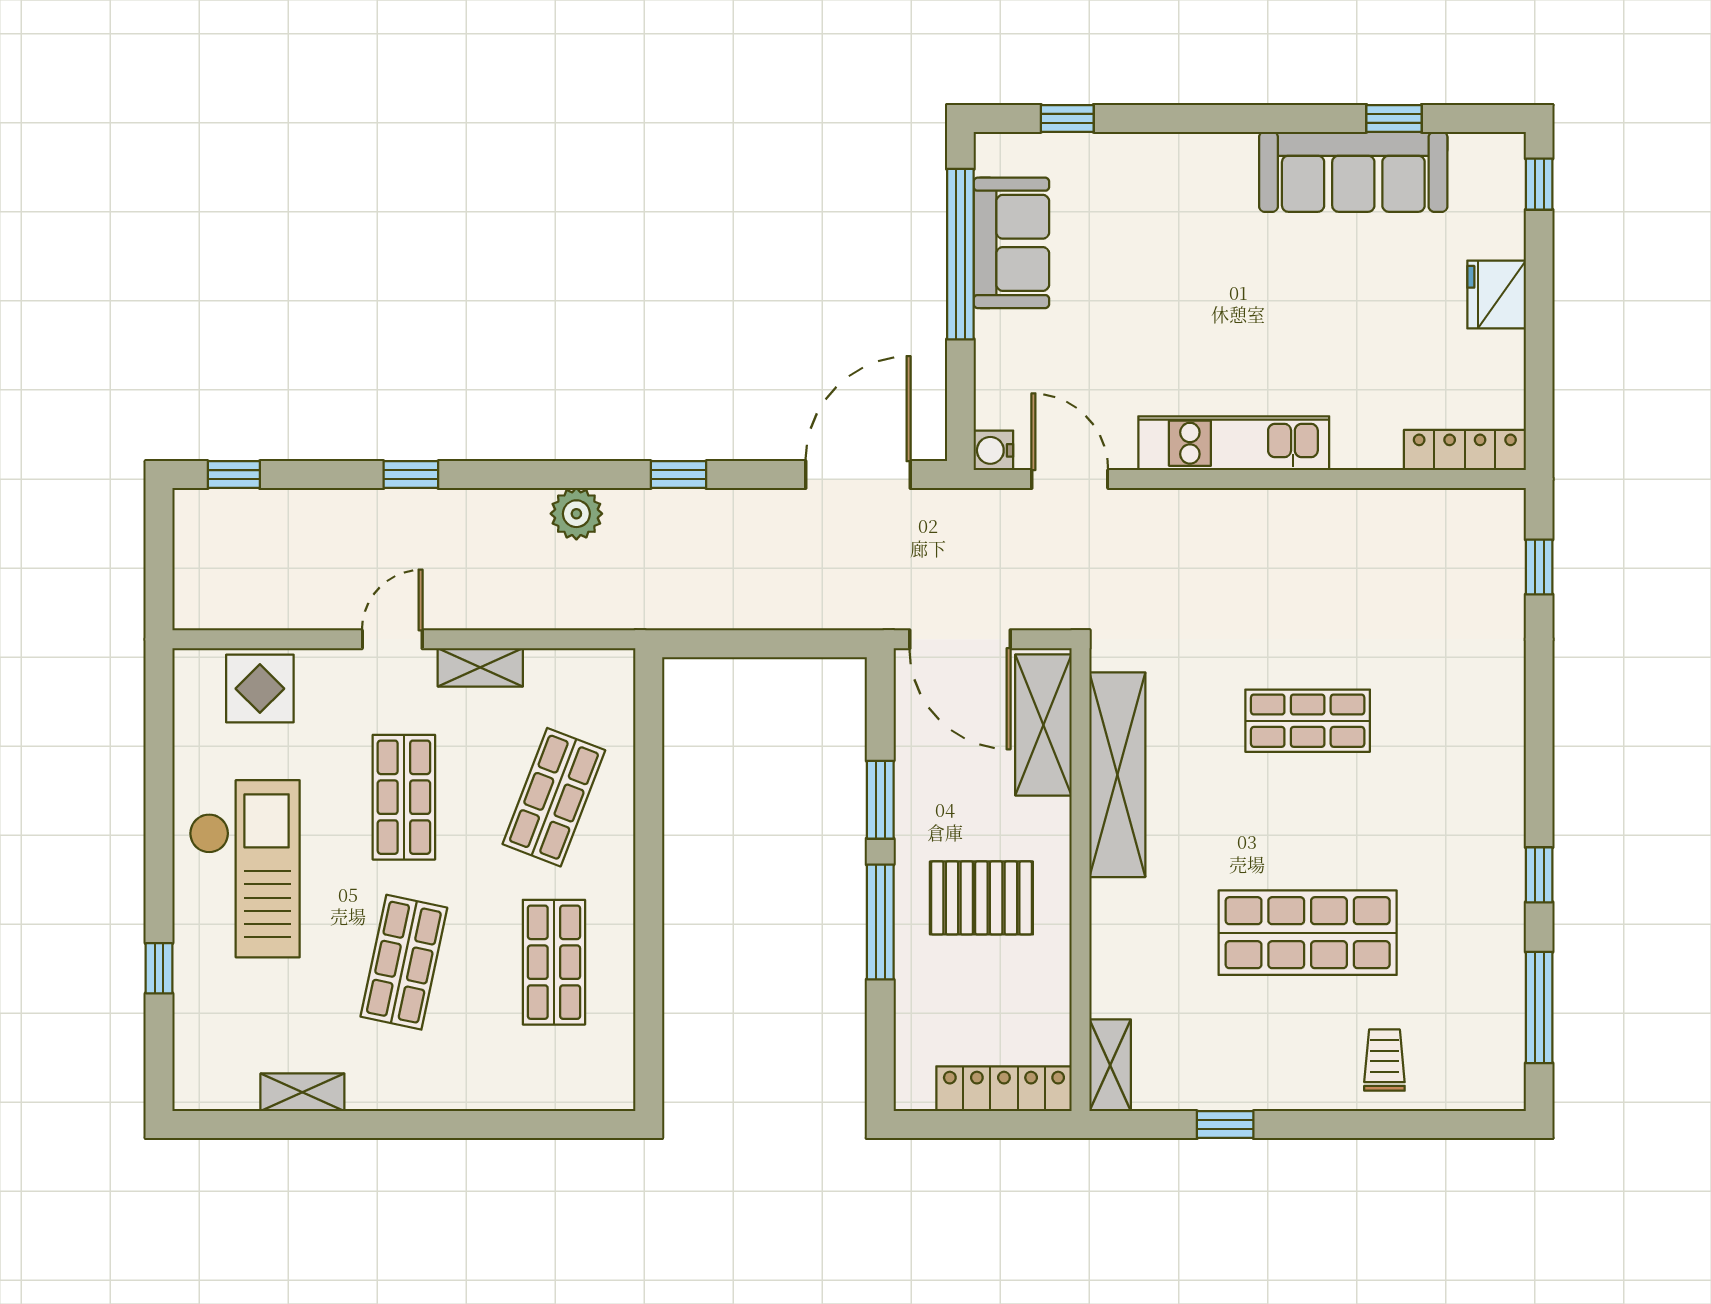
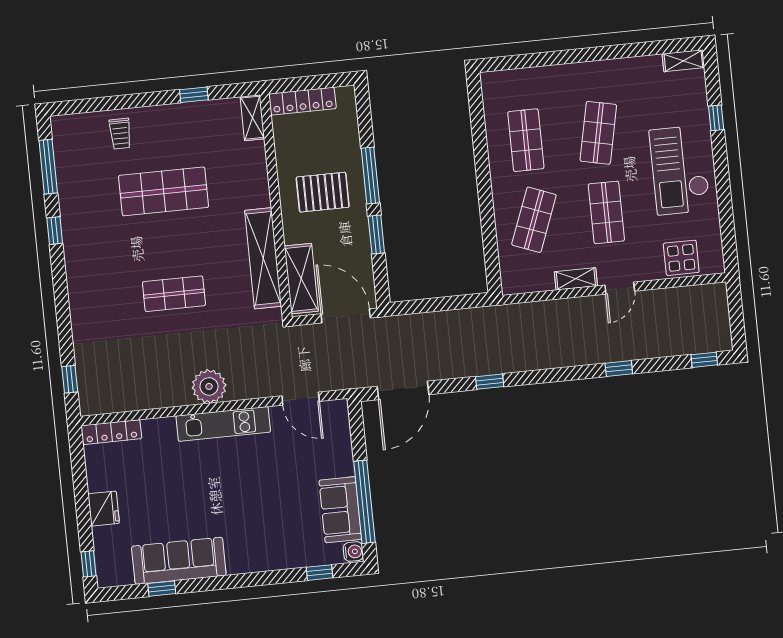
water cooler: (993, 450) -> (353, 552), moved
plant: (576, 514) -> (209, 386), moved, width x1.36, depth x1.36
shelving: (302, 1092) -> (683, 61), moved

